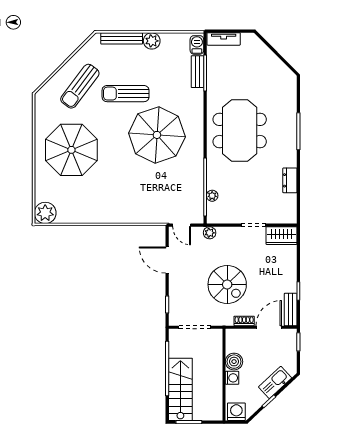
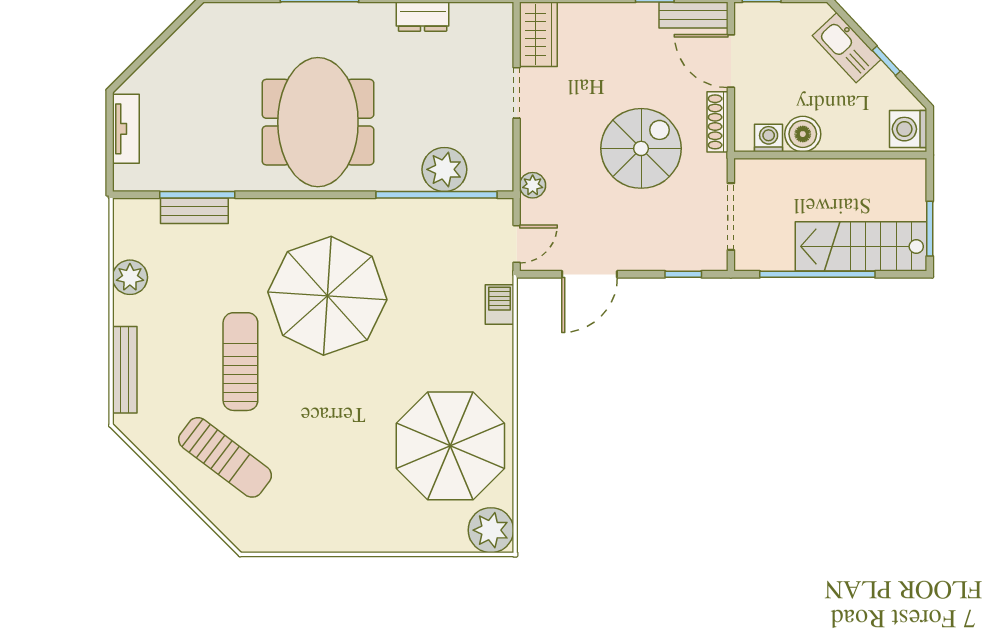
tv unit: (224, 39) -> (126, 129), moved
plant: (152, 41) -> (130, 277), moved
barbecue: (197, 45) -> (499, 304), moved, turned 90
sun lounger: (126, 94) -> (240, 362), turned 180
meeting table: (240, 130) -> (318, 122), turned 90
parasol: (71, 150) -> (450, 446), moved
plant: (212, 196) -> (444, 169), width x1.87, depth x1.87
shoe rack: (244, 321) -> (717, 122), width x1.43
washing machine: (232, 378) -> (769, 138), moved

